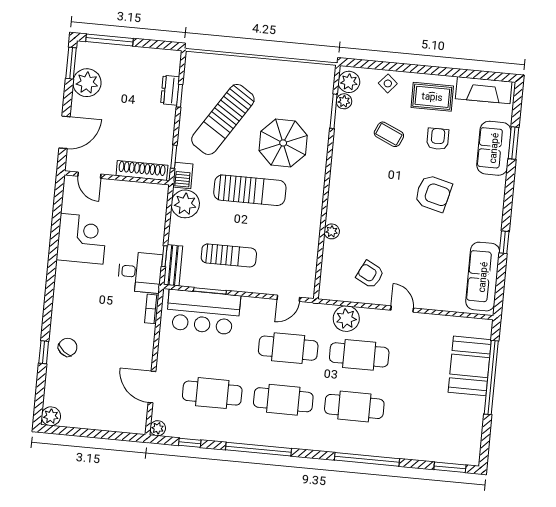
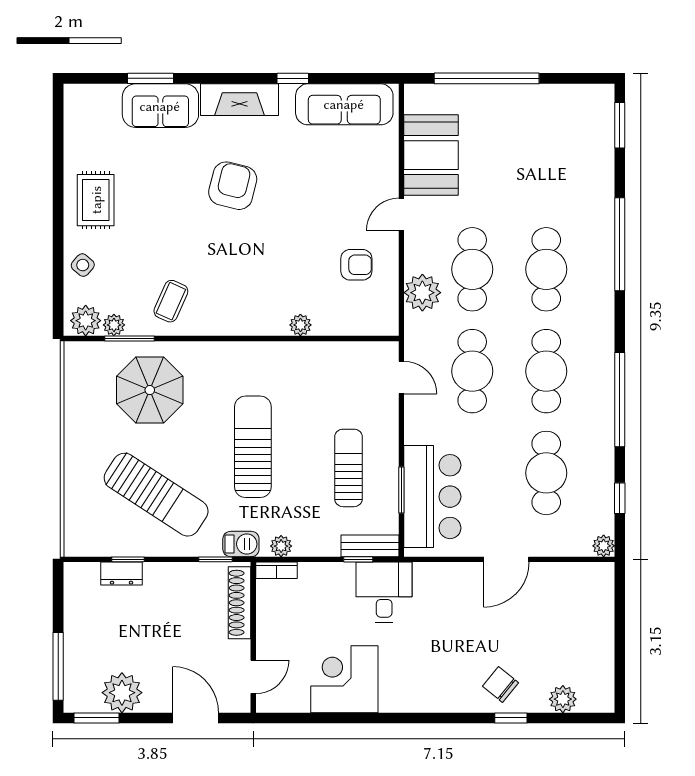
fireplace: (484, 90) -> (239, 100), moved, turned 90
coffee table: (389, 134) -> (171, 301), moved
armchair: (438, 139) -> (155, 187), removed
parasol: (283, 143) -> (150, 390), moved
plant: (185, 204) -> (281, 546), width x0.53, depth x0.53
armchair: (370, 274) -> (356, 265), turned -117
bookcase: (152, 309) -> (276, 570), moved
booth: (470, 366) -> (431, 155), moved, turned 90
door: (152, 387) -> (506, 559), moved
plant: (51, 416) -> (563, 699), moved

